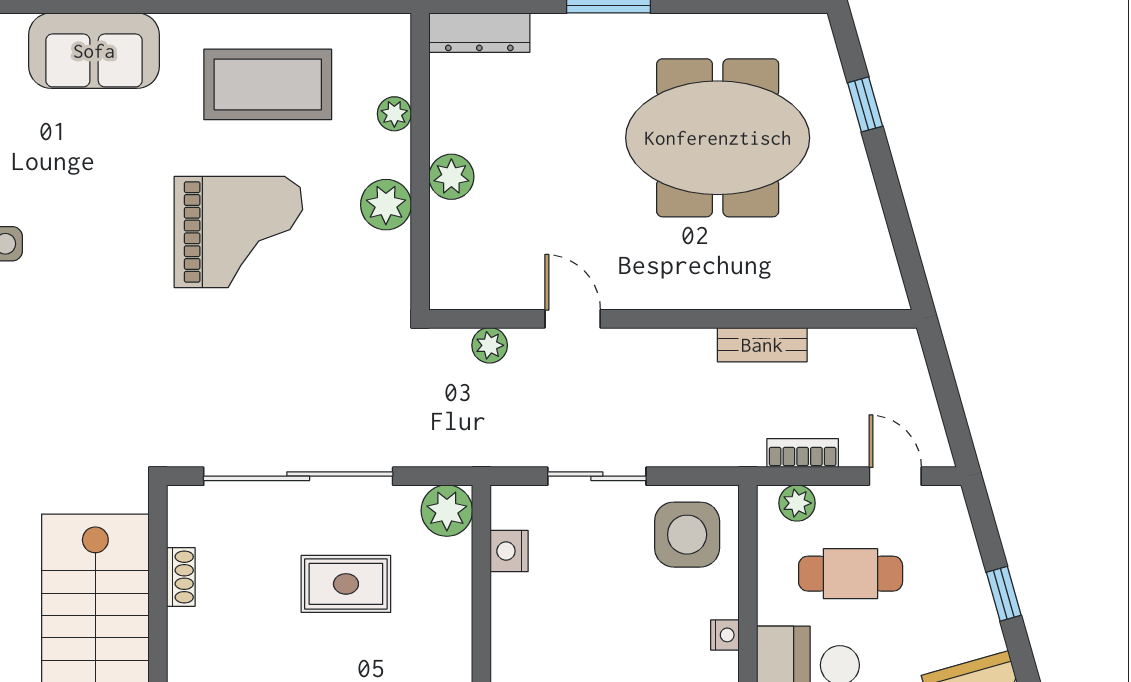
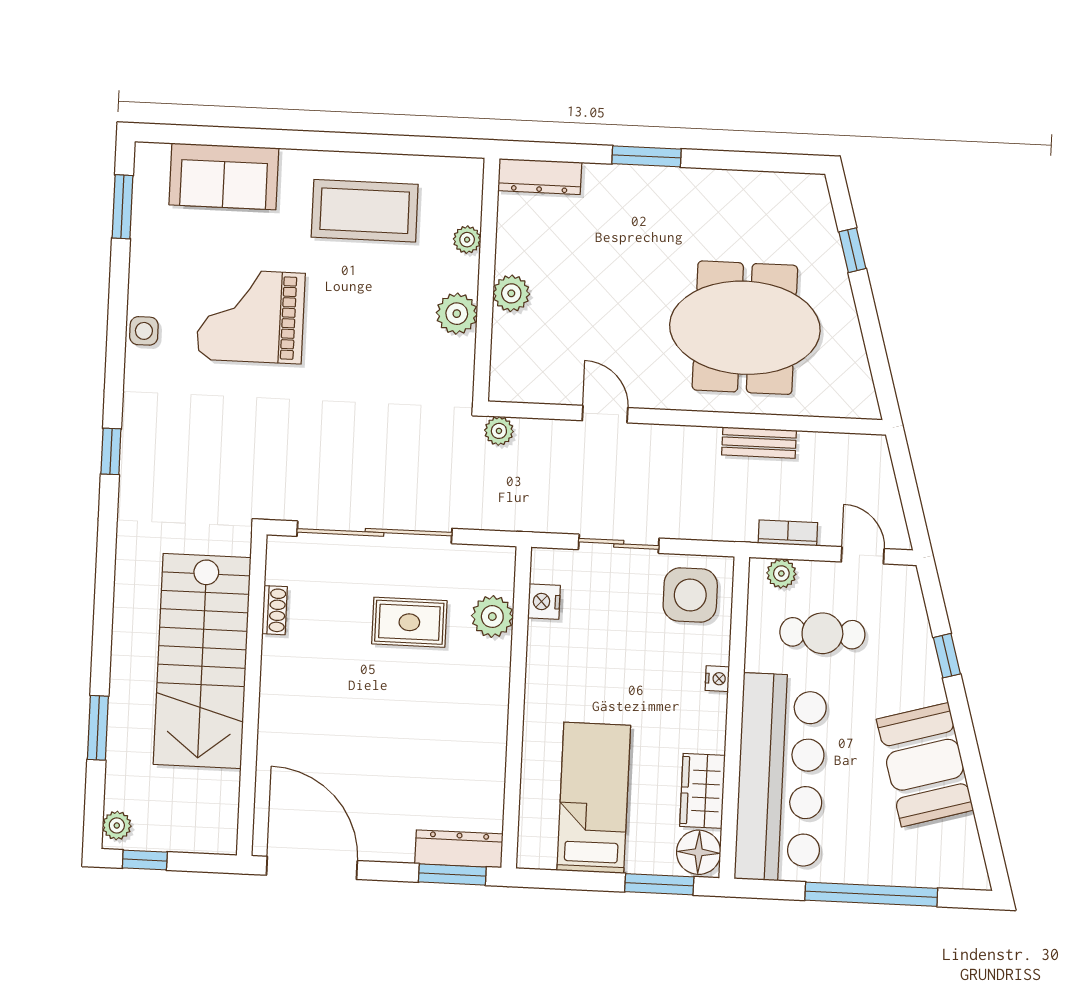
meeting table: (718, 138) -> (745, 328), moved
grand piano: (238, 232) -> (251, 316), moved, turned 180
plant: (490, 345) -> (499, 431), moved
plant: (447, 511) -> (492, 617), moved

